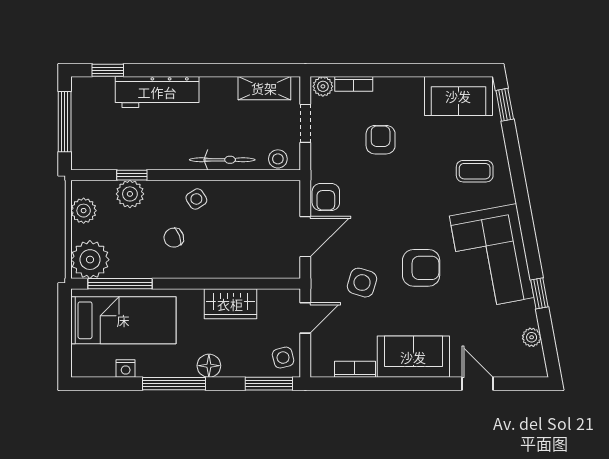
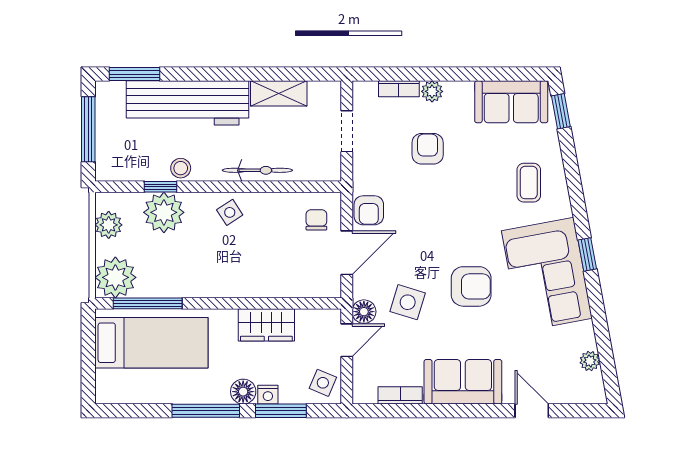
window: (108, 70) -> (135, 74), width x1.50
plant: (323, 86) -> (432, 91), moved
shelving: (264, 88) -> (279, 93), moved
workbench: (157, 92) -> (188, 103), width x1.36, depth x1.32
stool: (278, 159) -> (181, 168), moved
coffee table: (475, 171) -> (529, 183), turned 90
plant: (130, 194) -> (164, 212), width x1.36, depth x1.36
chair: (174, 238) -> (316, 220), moved, turned 110
floor lamp: (321, 291) -> (364, 312), added
window: (539, 293) -> (587, 254), moved
side table: (283, 358) -> (323, 383), turned 37
nightstand: (126, 369) -> (268, 395), moved
window: (269, 384) -> (281, 411), moved

